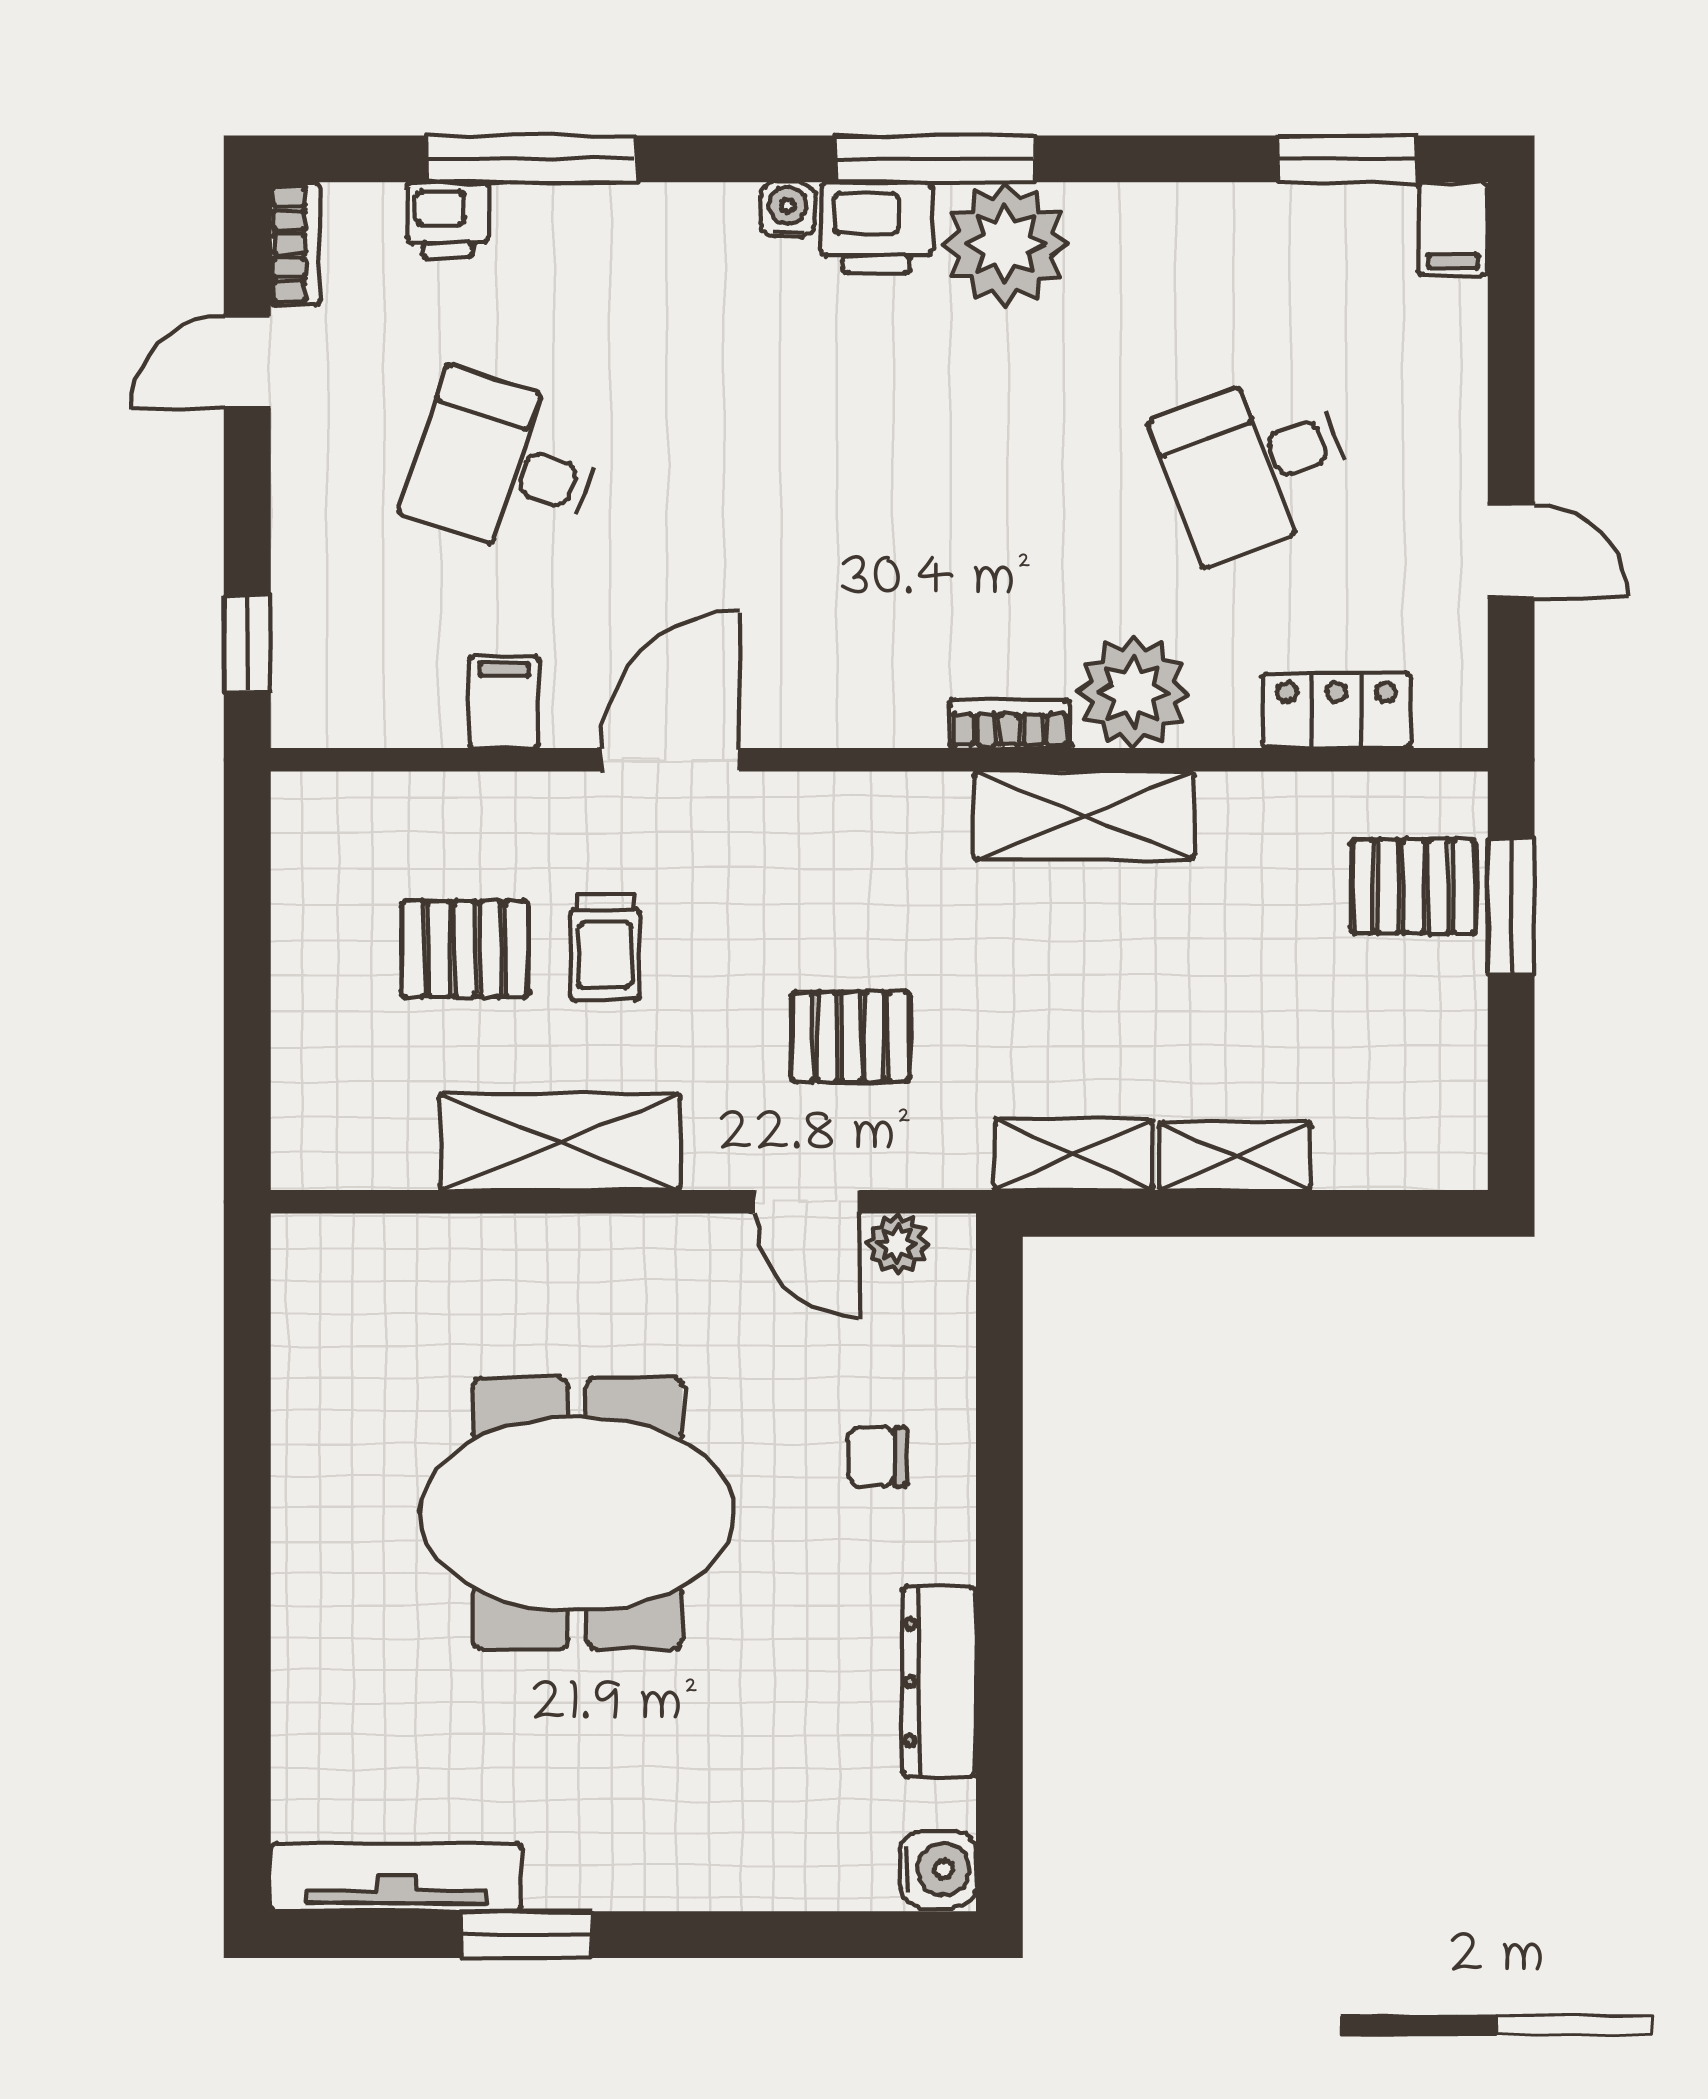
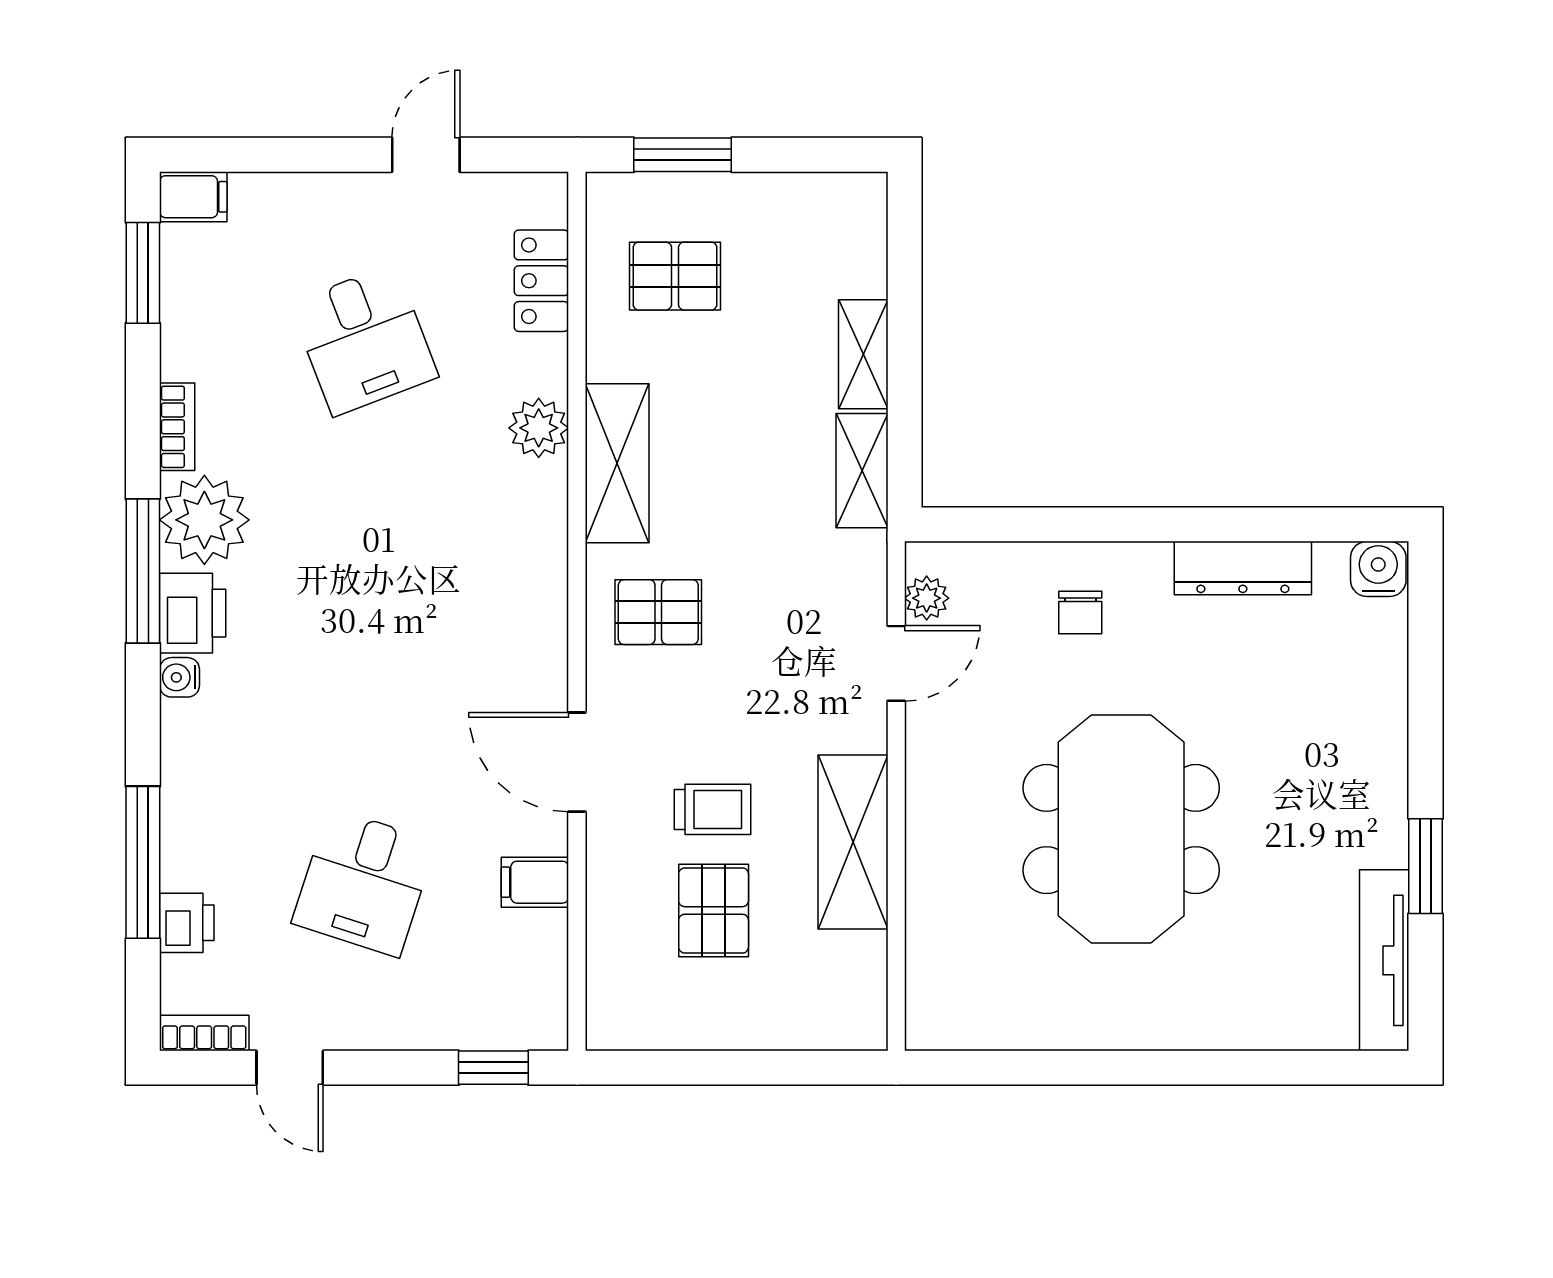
plant: (1133, 692) -> (539, 428), width x0.73, depth x0.73
bookcase: (1010, 724) -> (177, 427), moved, turned 180
pallet: (1413, 886) -> (675, 276), moved, turned 90
pallet: (851, 1037) -> (658, 612), moved, turned 90

